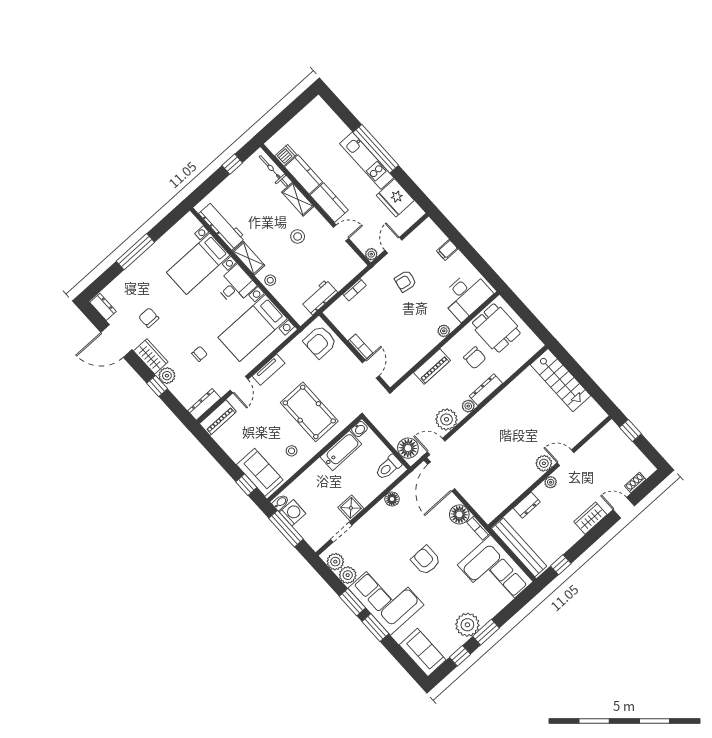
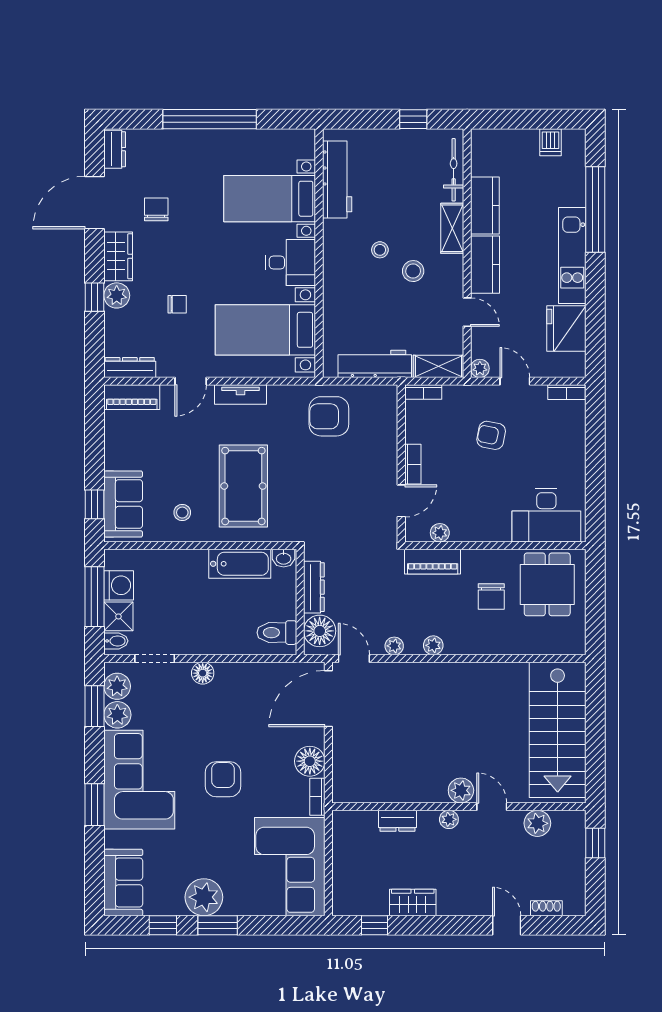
window: (376, 149) -> (595, 210), moved
dishwasher: (286, 155) -> (550, 142), moved, turned 90
bookcase: (423, 228) -> (566, 392), added
door: (393, 245) -> (515, 381), hinge flipped
filing cabinet: (447, 250) -> (572, 443), removed
window: (135, 252) -> (210, 119), width x1.46
shelving: (249, 258) -> (438, 366), moved, turned 90
stool: (270, 280) -> (380, 250), moved
workbench: (319, 297) -> (375, 364), width x1.38
plant: (444, 331) -> (440, 533), moved
door: (116, 341) -> (95, 203), hinge flipped
bookcase: (360, 347) -> (413, 464), moved
wall: (355, 351) -> (401, 463), moved
door: (371, 369) -> (401, 501), moved
stairs: (561, 380) -> (558, 730), width x1.36, depth x1.51
dresser: (486, 390) -> (314, 587), moved, turned 90
plant: (446, 419) -> (394, 646), width x0.53, depth x0.53
plant: (594, 446) -> (537, 823), added
floor lamp: (392, 499) -> (203, 673), moved
bidet: (281, 502) -> (116, 641), moved
shower: (351, 508) -> (118, 616), moved
wardrobe: (590, 518) -> (413, 903), moved
bench: (519, 547) -> (345, 862), removed
window: (352, 602) -> (95, 706), moved

